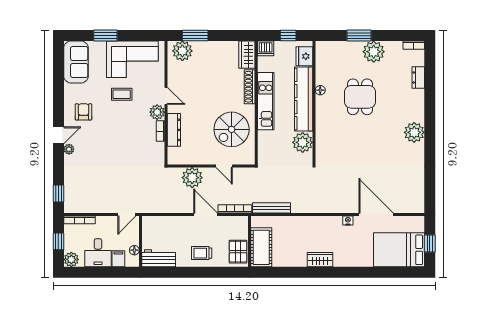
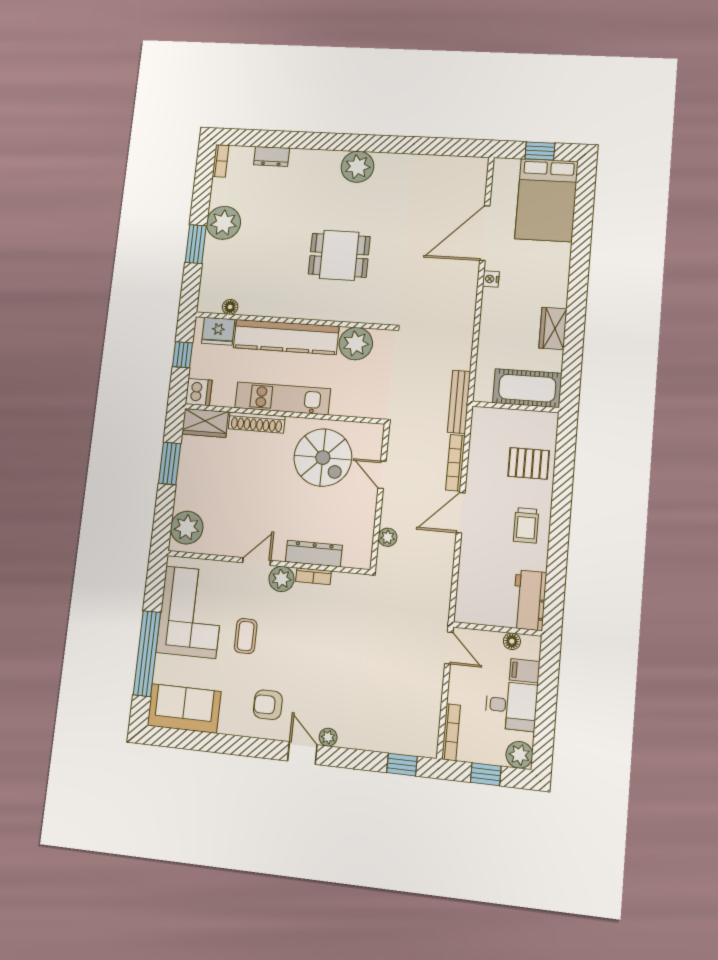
window: (105, 36) -> (147, 654), width x2.11
window: (195, 36) -> (170, 463), moved
floor lamp: (320, 90) -> (230, 307), moved
dining table: (360, 97) -> (339, 255), moved
door: (224, 166) -> (382, 475), swing flipped
plant: (192, 178) -> (388, 537), width x0.53, depth x0.53
wall: (249, 241) -> (516, 407), moved
cot: (261, 247) -> (527, 388), moved

